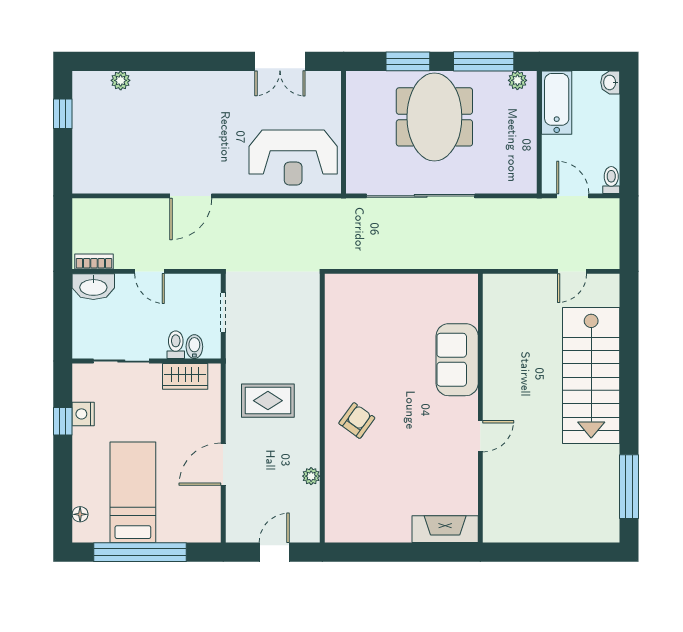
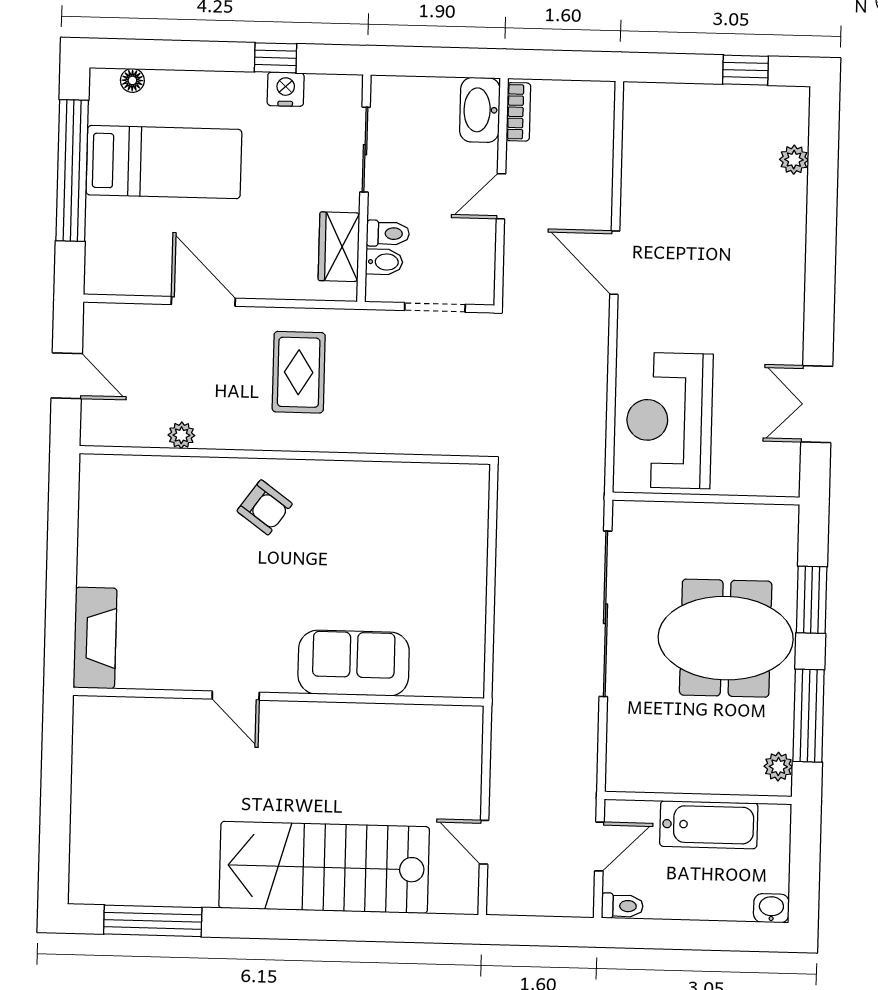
bathtub: (557, 103) -> (709, 825), moved

